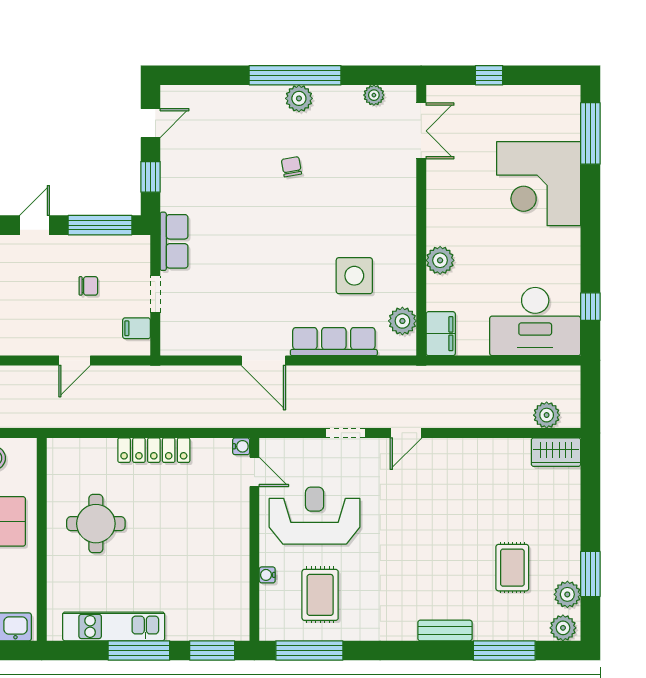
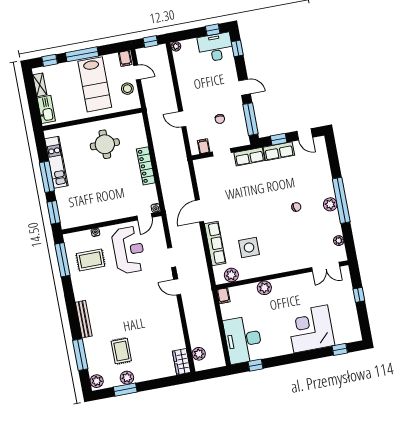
window: (590, 133) -> (340, 349), width x0.46
row of seats: (174, 181) -> (279, 151), added
filing cabinet: (441, 334) -> (223, 296), width x0.50
rug: (512, 568) -> (121, 351), turned 90
plant: (567, 594) -> (127, 378), moved
bench: (445, 630) -> (84, 319), width x1.36

